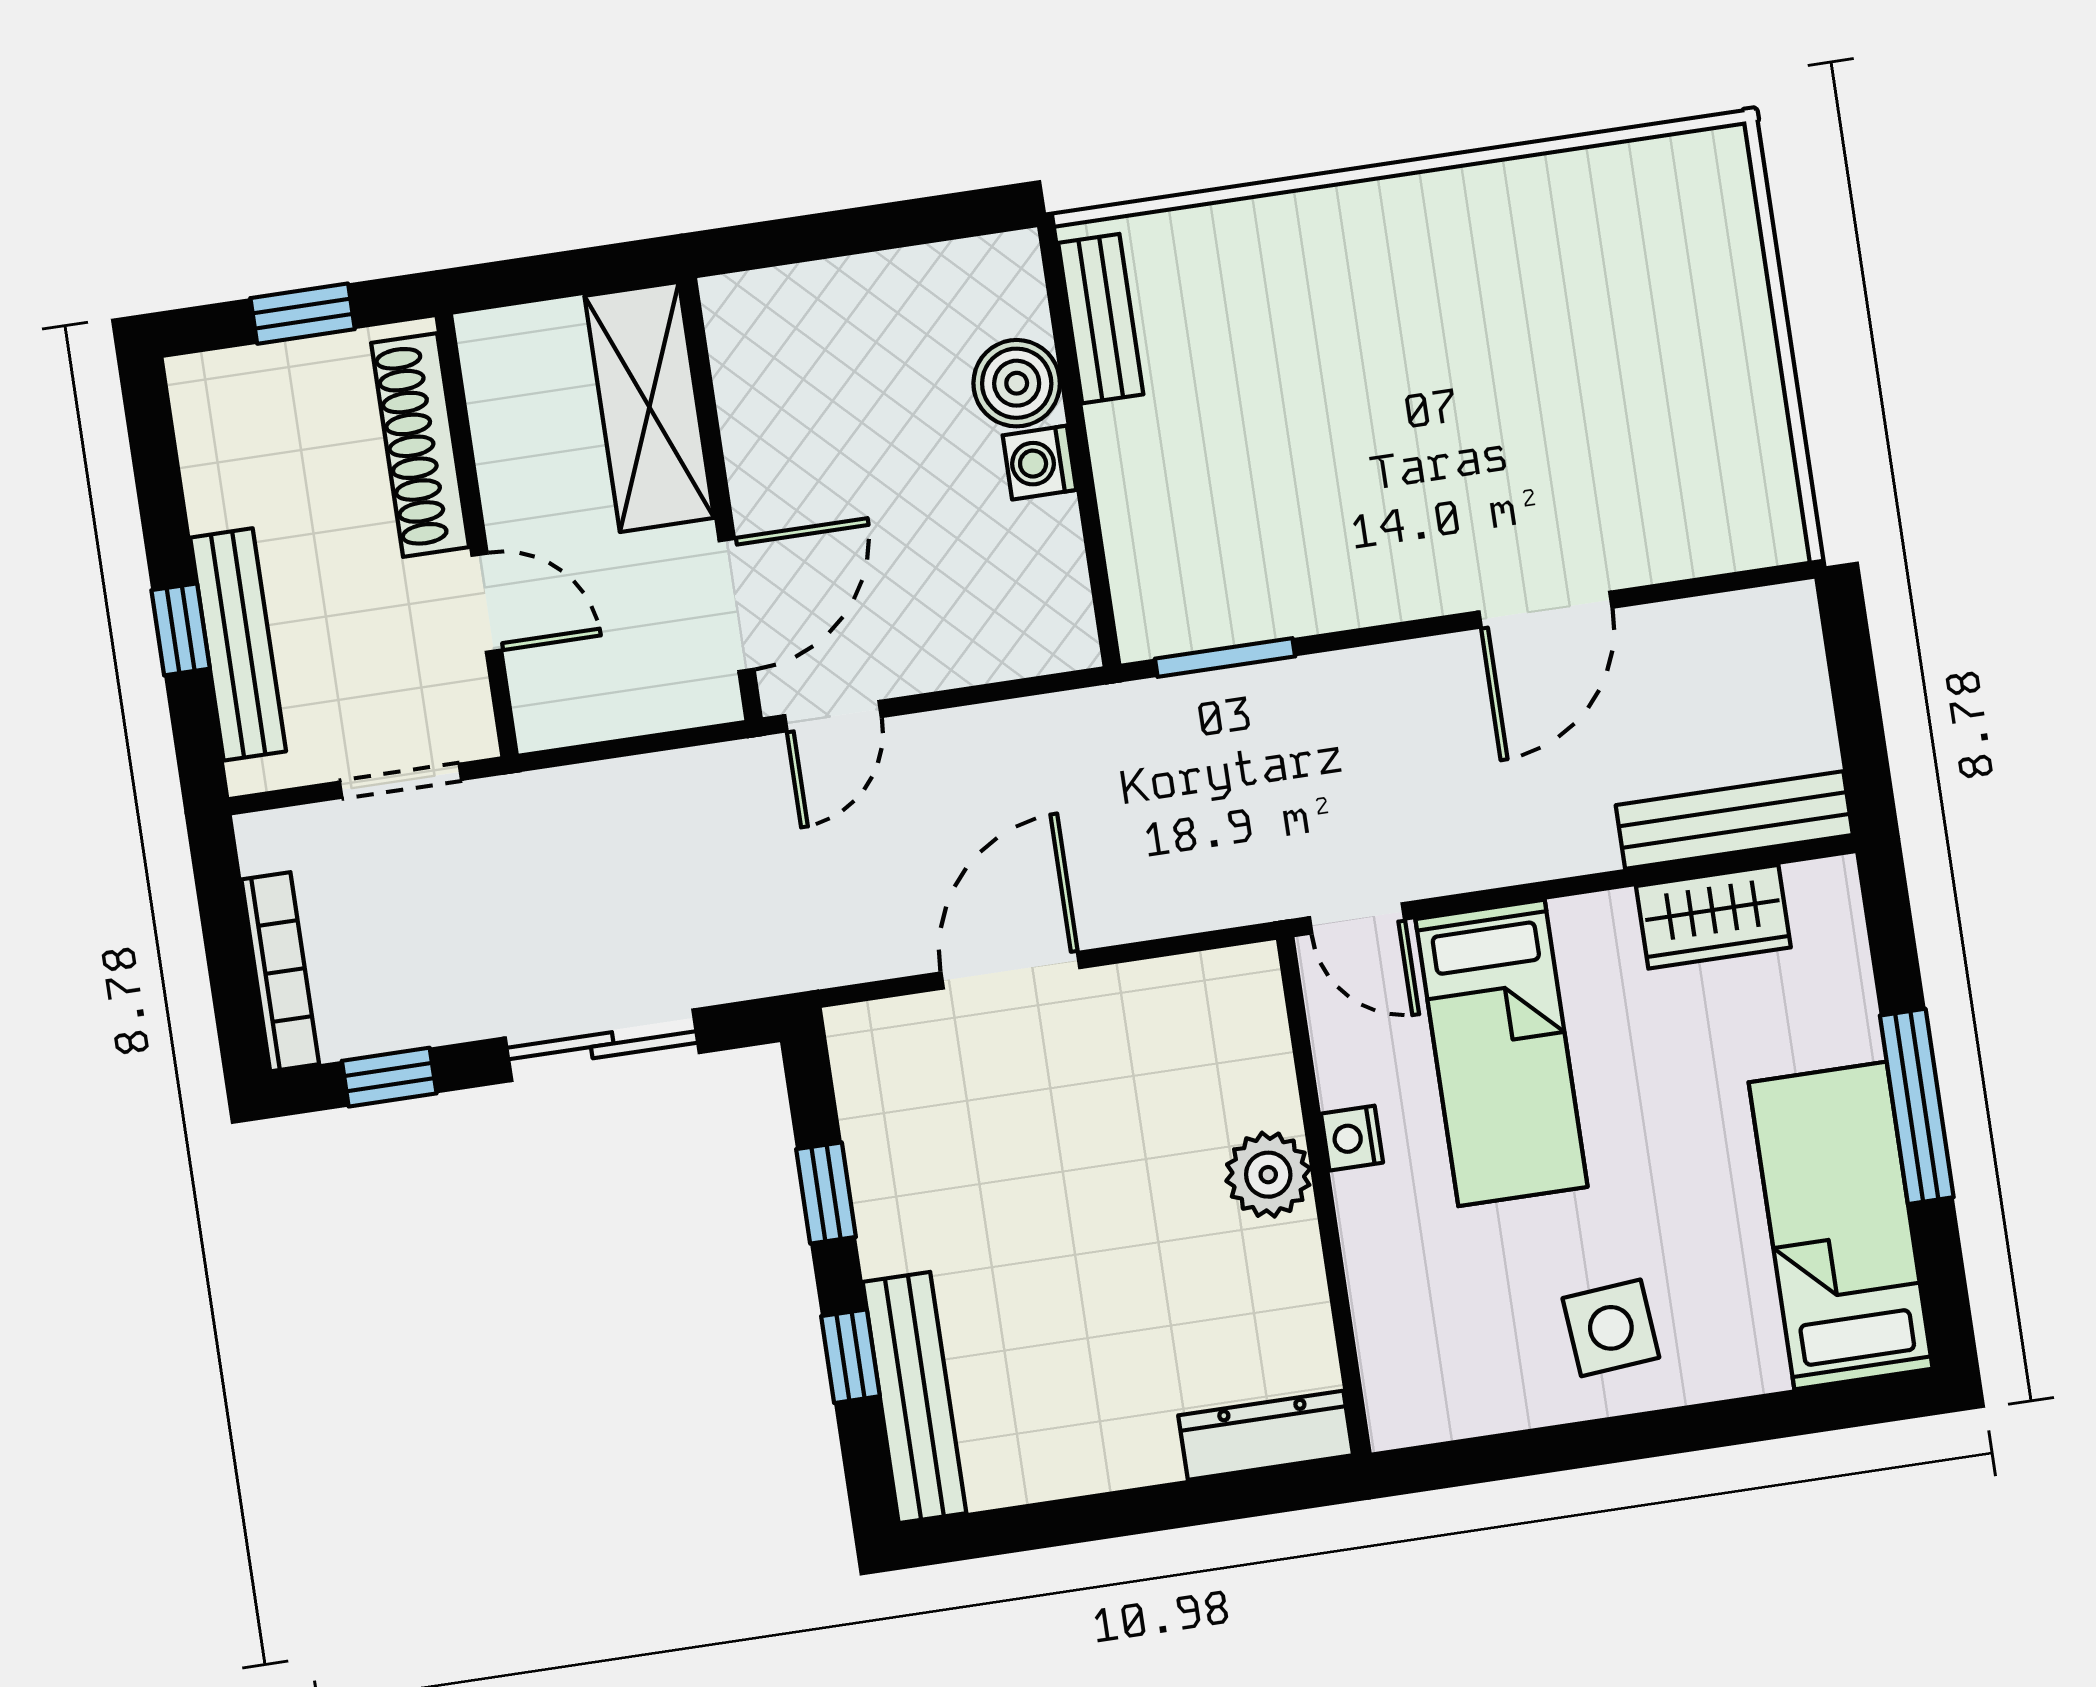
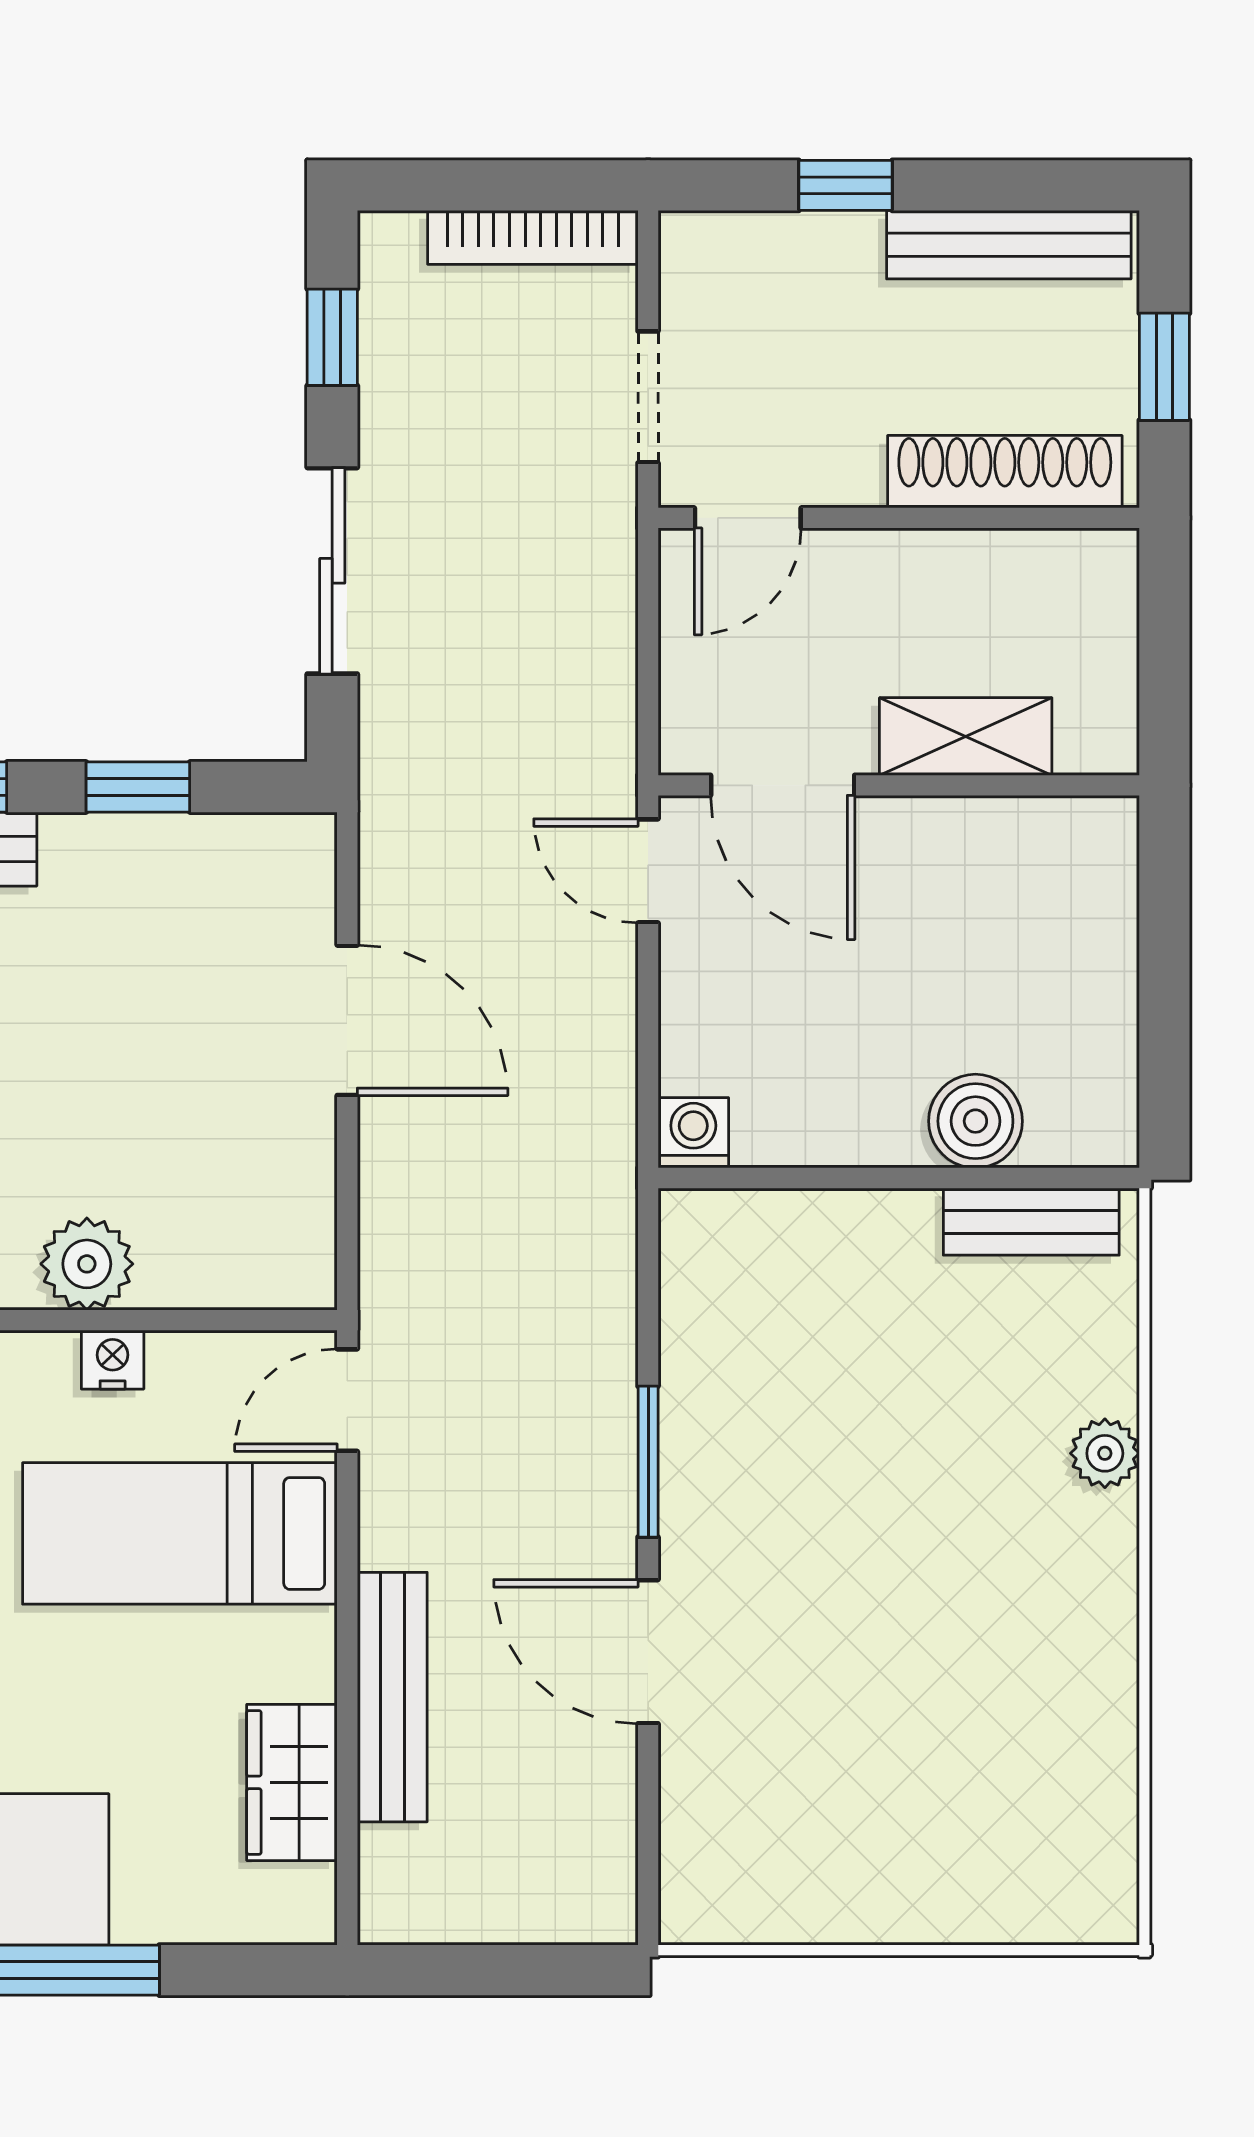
plant: (1302, 220) -> (1105, 1453), added
shelving: (649, 407) -> (966, 736), width x0.67, depth x0.75
washing machine: (1039, 463) -> (693, 1133), moved
door: (487, 603) -> (748, 518), moved
bench: (238, 644) -> (1009, 245), moved
window: (1225, 658) -> (648, 1462), moved
bench: (1734, 820) -> (392, 1697), moved
bookcase: (280, 972) -> (533, 237), moved

